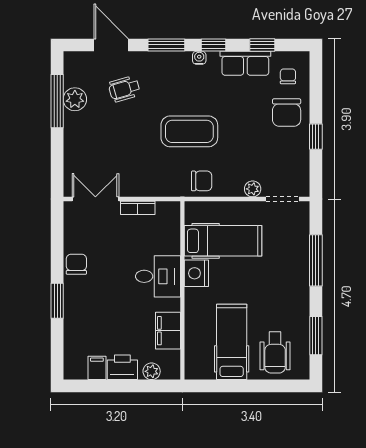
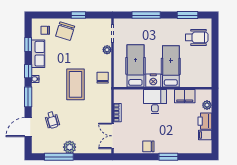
plant: (75, 99) -> (70, 147), moved
chair: (287, 113) -> (65, 31), turned 107
hospital bed: (232, 342) -> (171, 66), moved, turned 90

